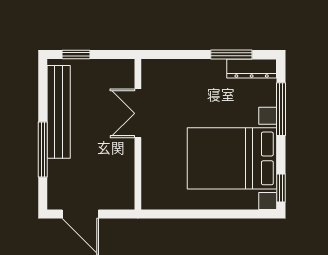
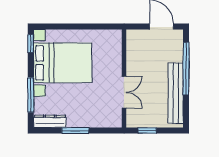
window: (76, 54) -> (147, 131), moved
window: (231, 54) -> (75, 131), moved
window: (43, 150) -> (186, 69), width x1.46

